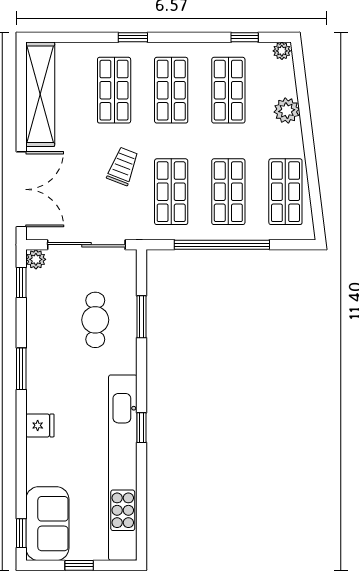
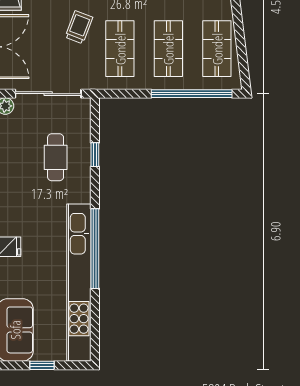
window: (222, 245) -> (192, 94), moved
window: (142, 317) -> (95, 155), width x0.67
window: (142, 428) -> (95, 249), width x3.17

